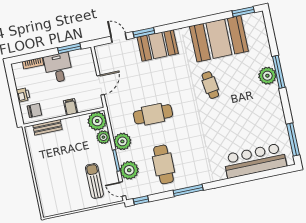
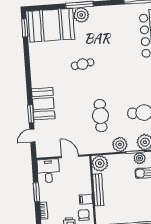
booth: (219, 39) -> (51, 25), moved, turned 90
window: (69, 48) -> (36, 192), moved
desk: (58, 68) -> (48, 171), moved, turned 90
filing cabinet: (70, 107) -> (86, 199), moved
bench: (47, 127) -> (98, 190), moved, width x1.36
plant: (103, 137) -> (140, 158), moved

